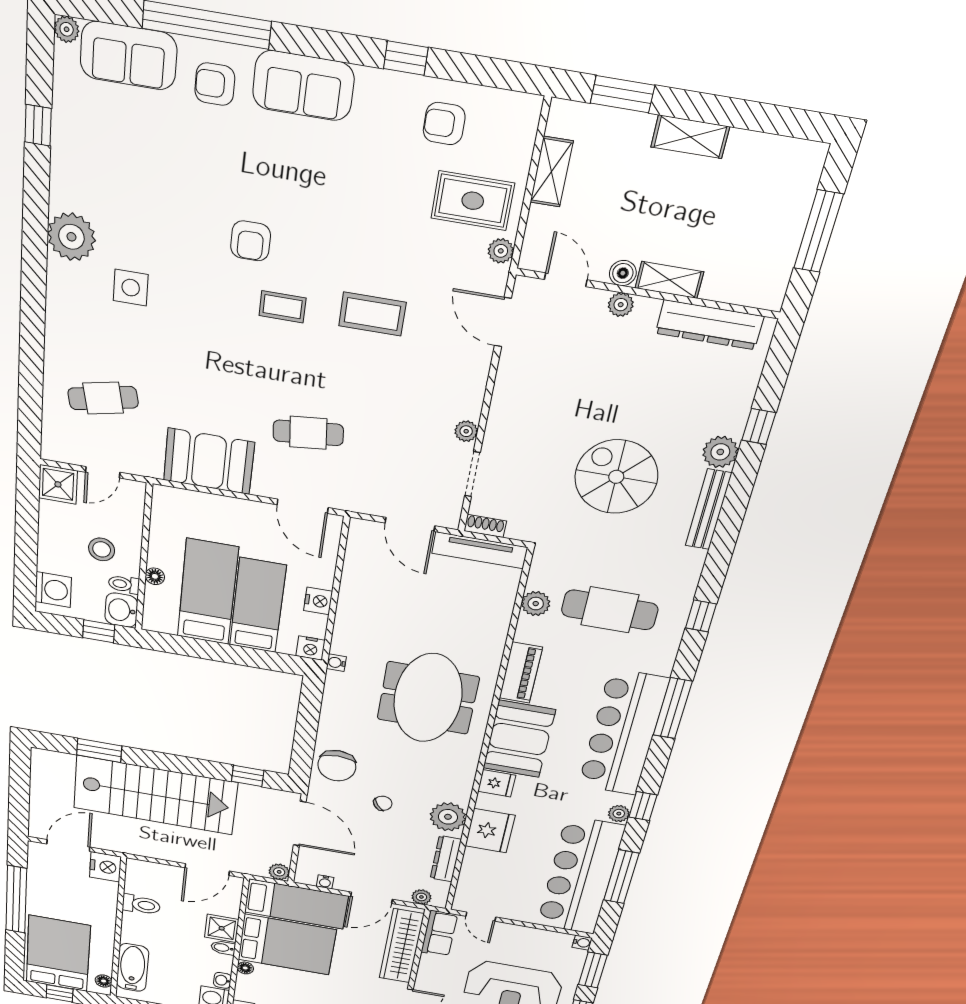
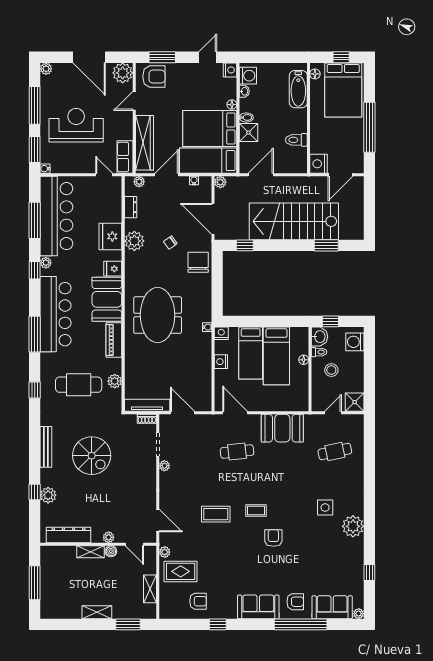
plant: (720, 452) -> (48, 495), moved
dresser: (446, 859) -> (131, 207), width x0.70

